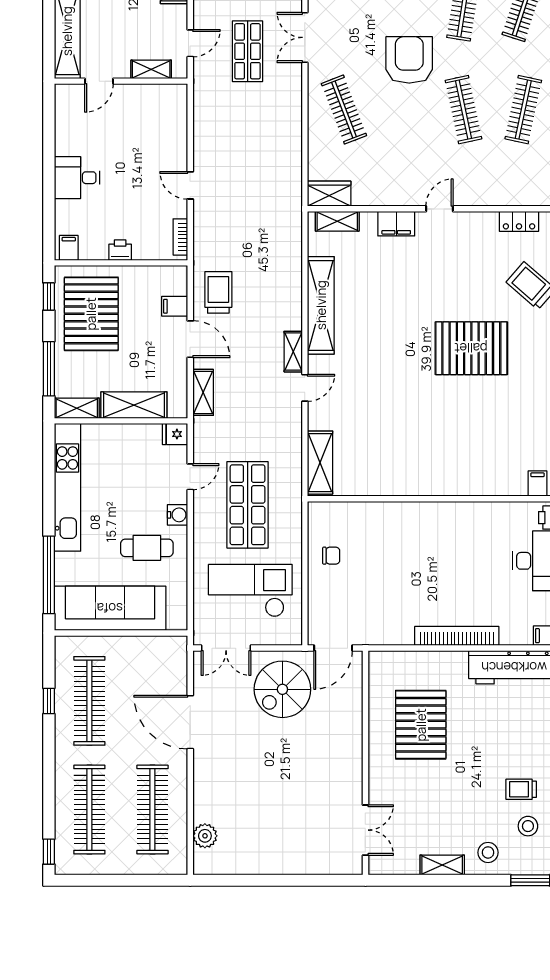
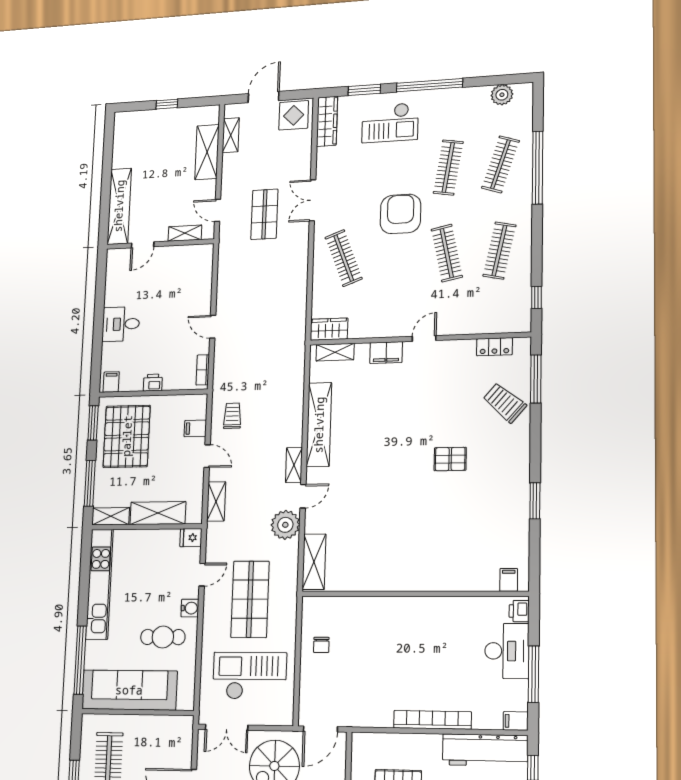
door: (190, 43) -> (218, 210), swing flipped
trolley: (218, 292) -> (232, 416), width x0.73, depth x0.72
window: (49, 297) -> (93, 423), width x1.50
door: (190, 339) -> (207, 456), width x0.73
pallet: (471, 348) -> (450, 459), width x0.49, depth x0.50
plant: (286, 420) -> (285, 525), added
chair: (331, 556) -> (321, 645), turned 90

